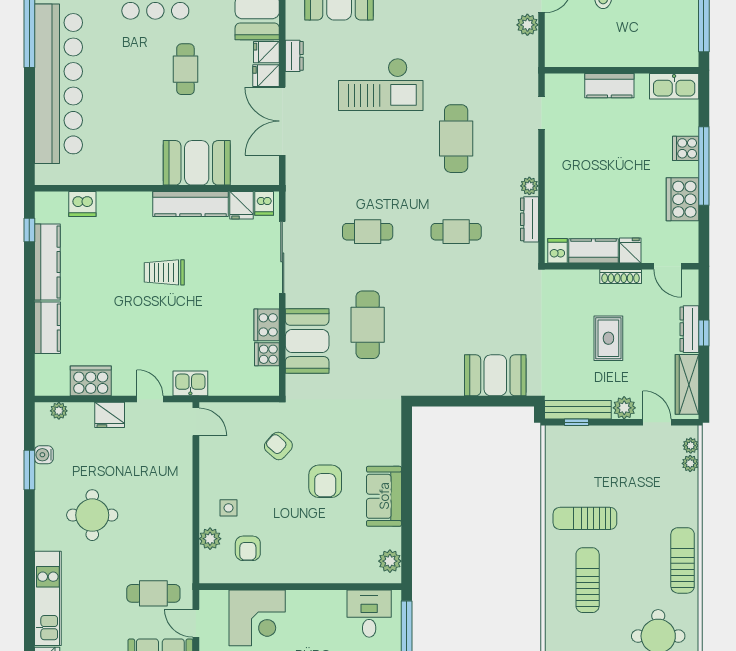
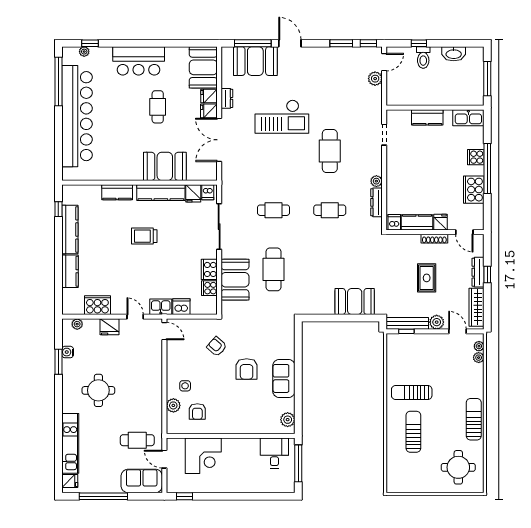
kitchen counter: (122, 203) -> (117, 192), added
dishwasher: (82, 204) -> (181, 307), moved, turned 180

